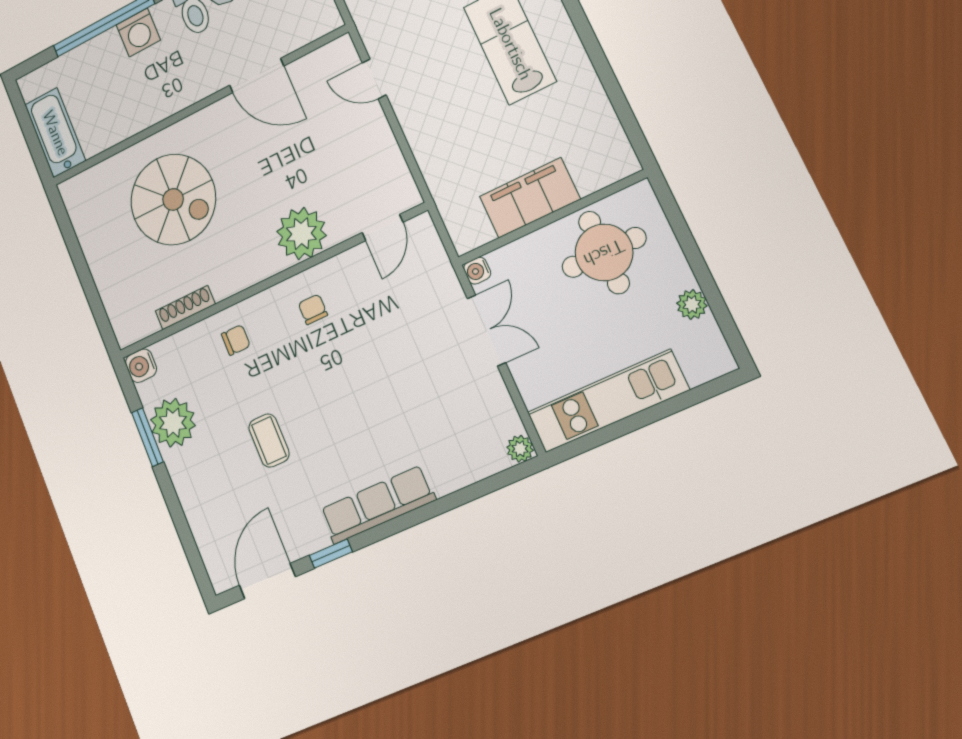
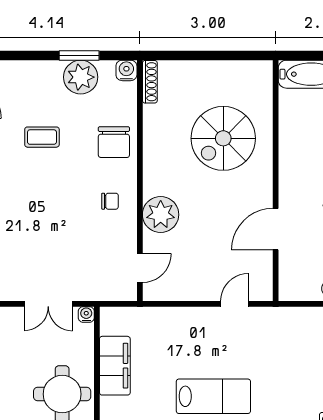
door: (383, 227) -> (140, 268), swing flipped
shoe rack: (185, 308) -> (150, 82), moved
chair: (236, 340) -> (114, 142), width x1.87, depth x1.87

